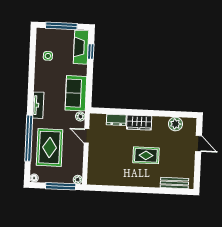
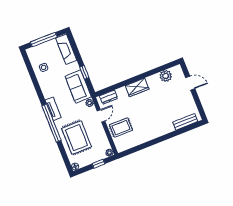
window: (91, 52) -> (84, 72), moved
dresser: (116, 120) -> (109, 97), moved
door: (86, 136) -> (101, 116), swing flipped
window: (29, 138) -> (51, 123), moved
rug: (146, 155) -> (121, 128), moved
window: (61, 186) -> (98, 164), width x0.46

